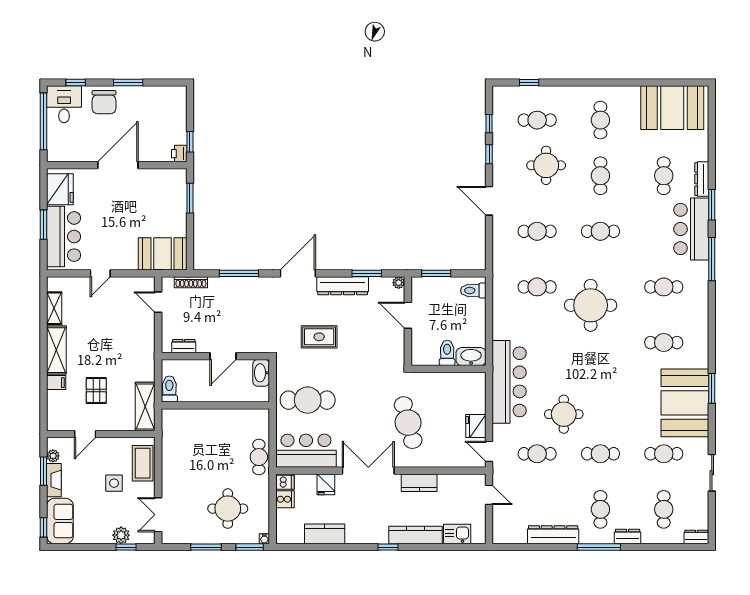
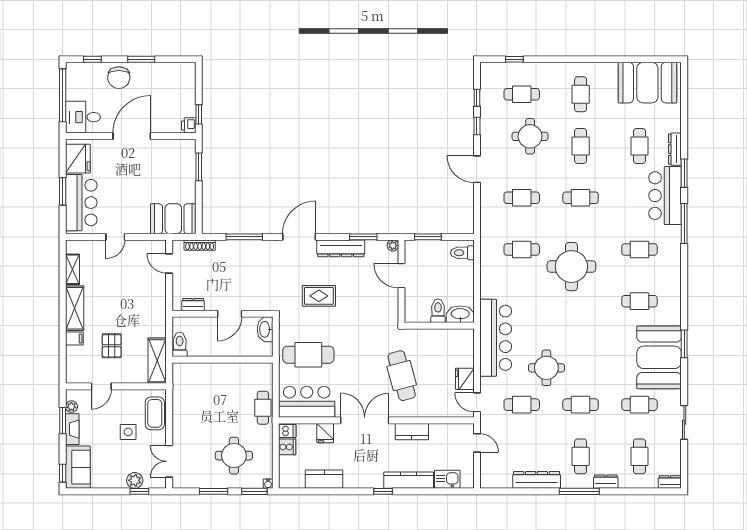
desk: (64, 104) -> (83, 117), moved, turned -90

